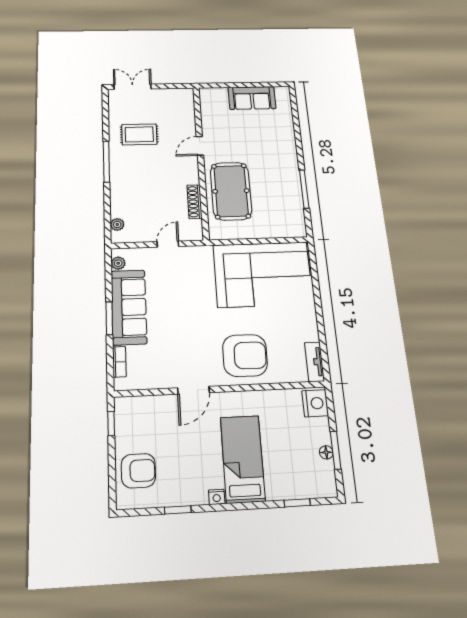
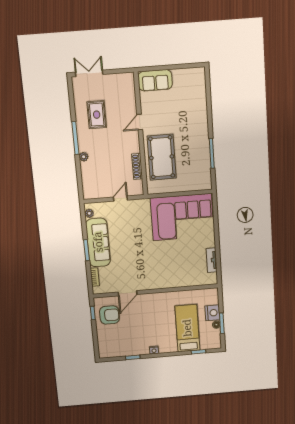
sofa: (252, 98) -> (155, 80), moved
rug: (139, 134) -> (97, 115), turned 90
plant: (117, 224) -> (84, 157), moved
armchair: (245, 355) -> (170, 270), removed
tv unit: (314, 362) -> (212, 260), moved
door: (193, 390) -> (128, 293), moved
nightstand: (315, 403) -> (212, 313), moved
bed: (243, 459) -> (187, 328), moved
armchair: (138, 471) -> (109, 315), moved

